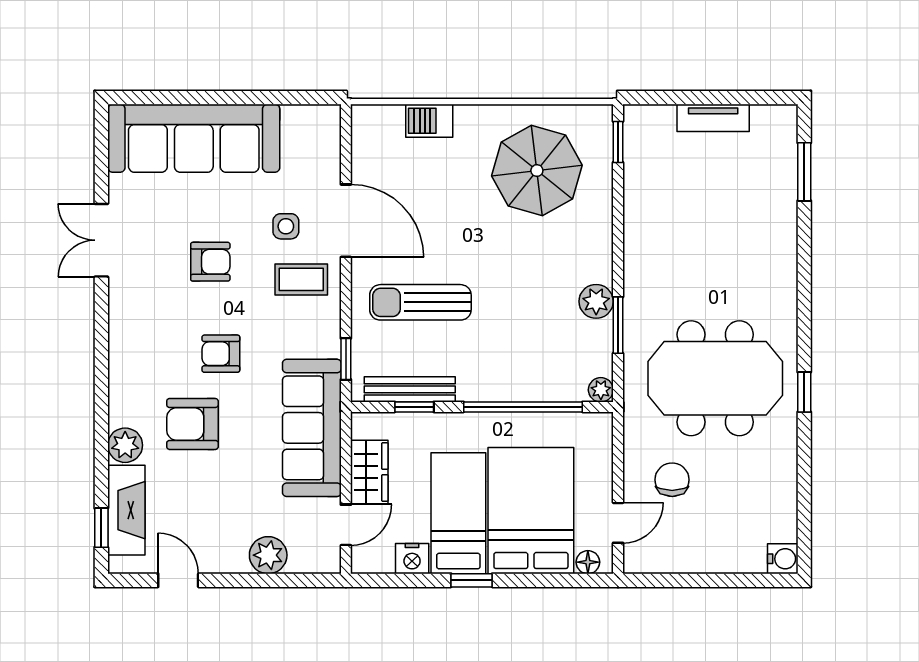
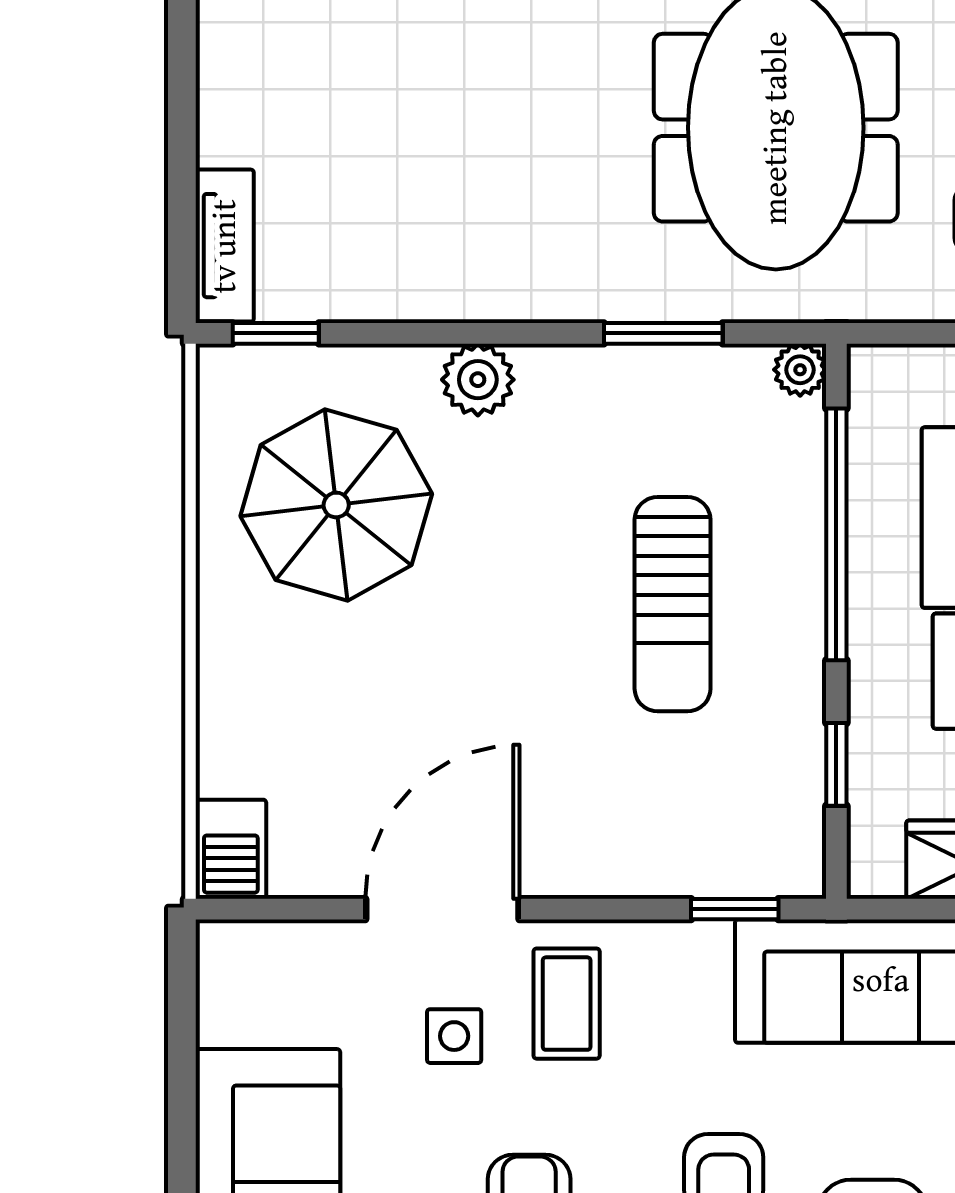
tv unit: (713, 118) -> (225, 246), moved
barbecue: (429, 121) -> (231, 849), moved
plant: (596, 301) -> (478, 380), moved
sun lounger: (420, 302) -> (673, 604), moved
bench: (410, 389) -> (799, 774), removed

